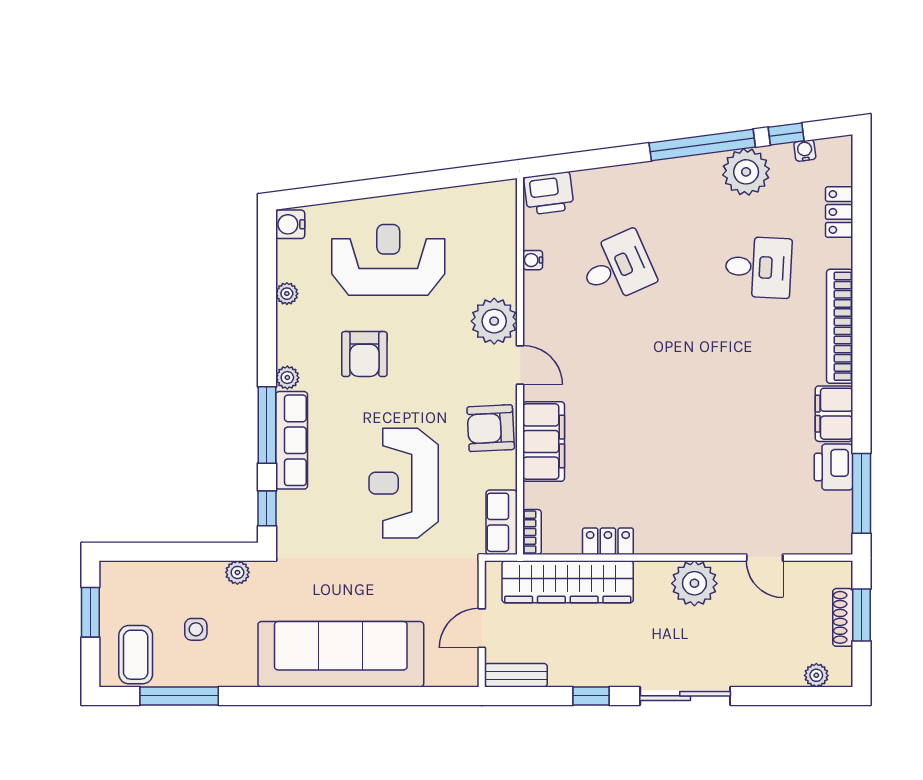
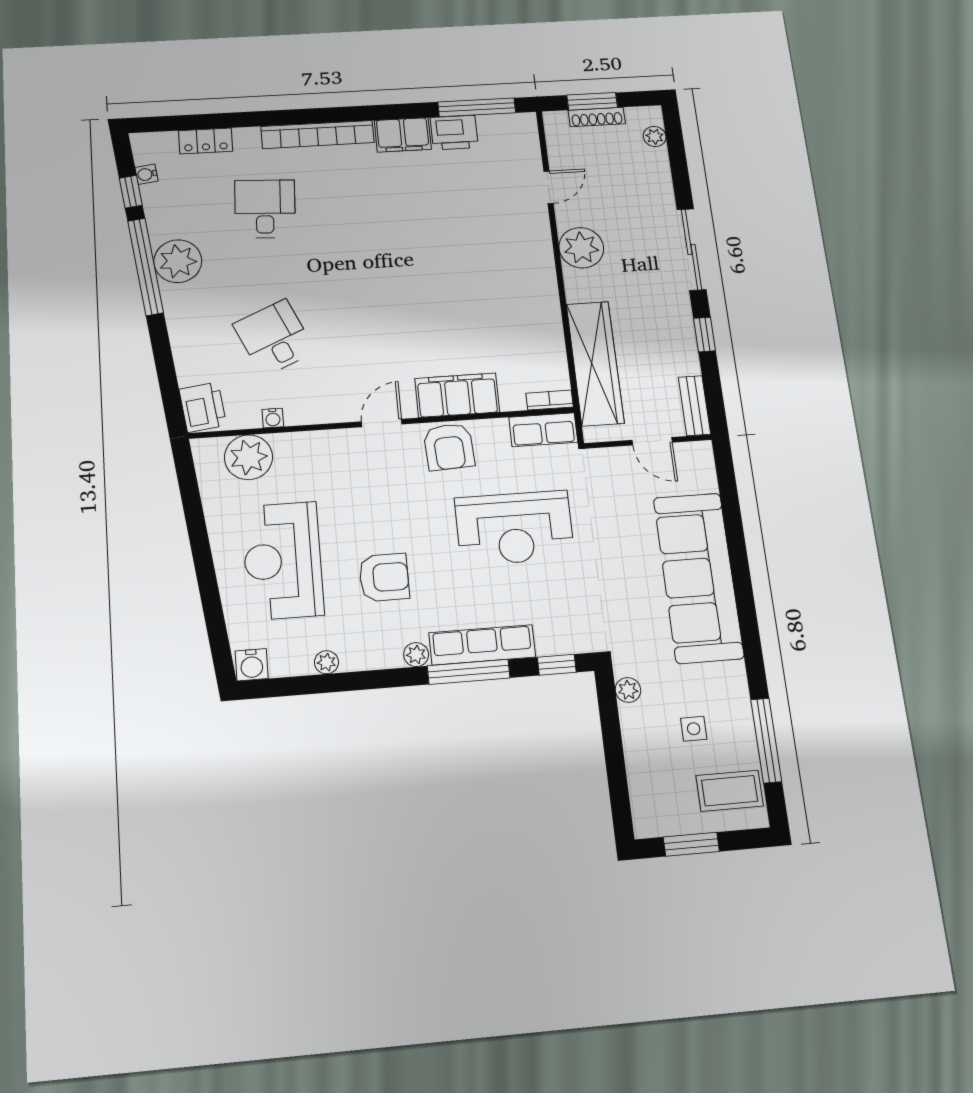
plant: (746, 172) -> (178, 261), moved
plant: (494, 321) -> (248, 457), moved
locker: (608, 541) -> (550, 329), removed

